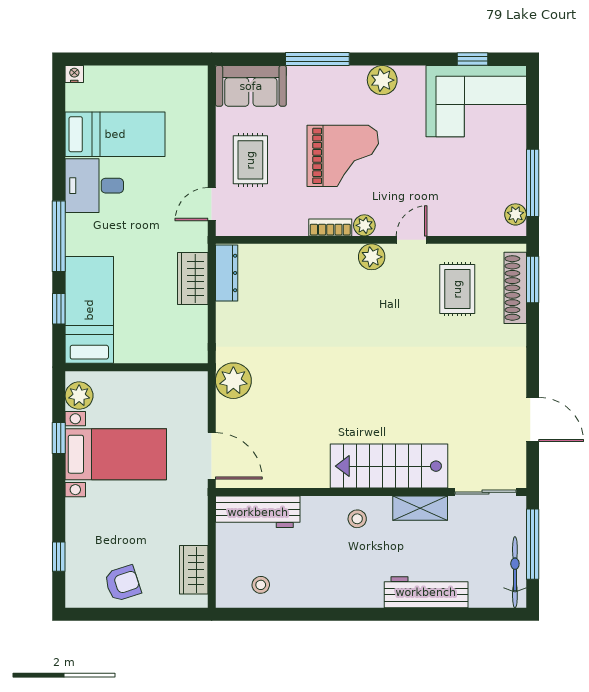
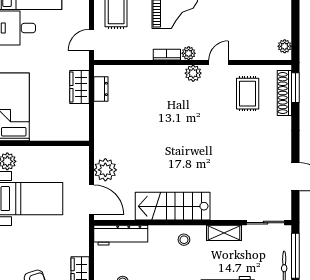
window: (533, 183) -> (295, 26), removed
dresser: (227, 273) -> (101, 89), width x0.70
plant: (233, 381) -> (105, 170), moved
stairs: (389, 466) -> (173, 206), moved

